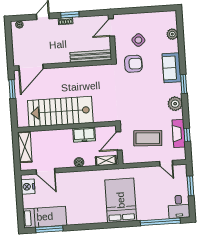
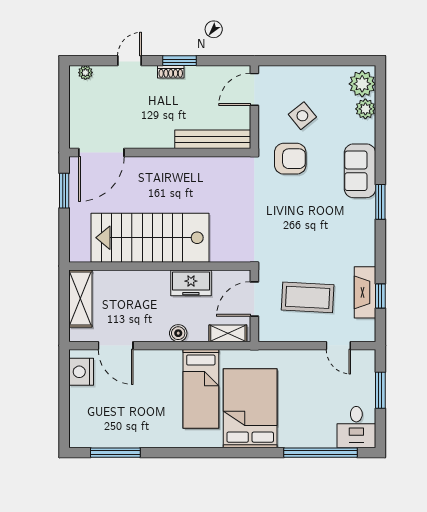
plant: (175, 104) -> (362, 84), moved
bed: (45, 217) -> (201, 389), moved, turned 90

